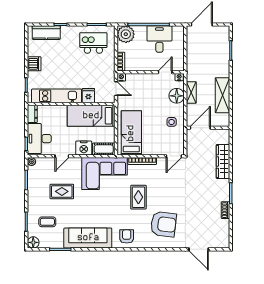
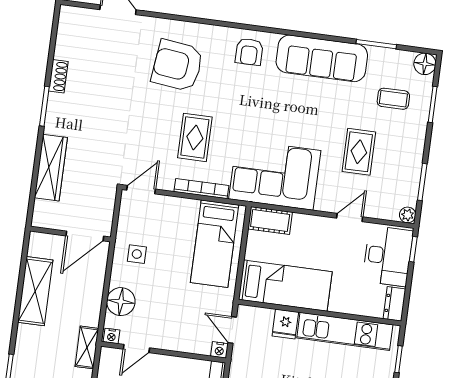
shelving: (191, 92) -> (87, 347), moved
nightstand: (84, 148) -> (307, 227), removed
rug: (62, 191) -> (359, 152), turned 90
rug: (138, 197) -> (195, 137), moved

